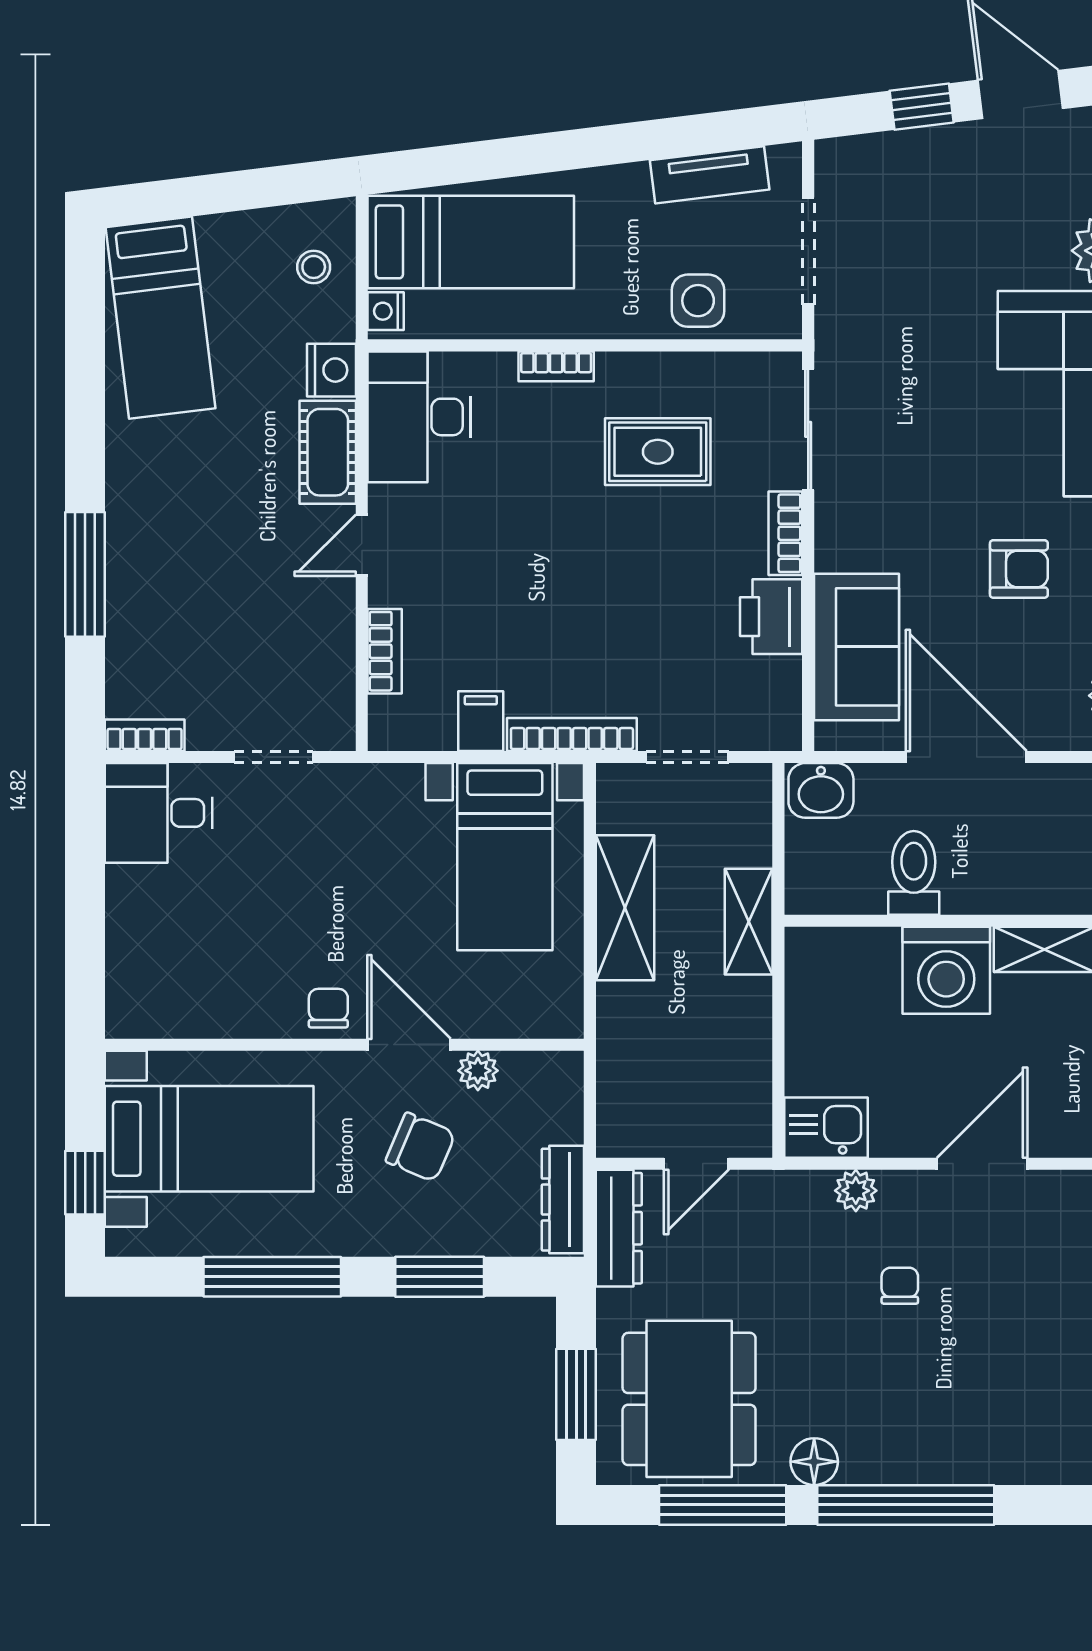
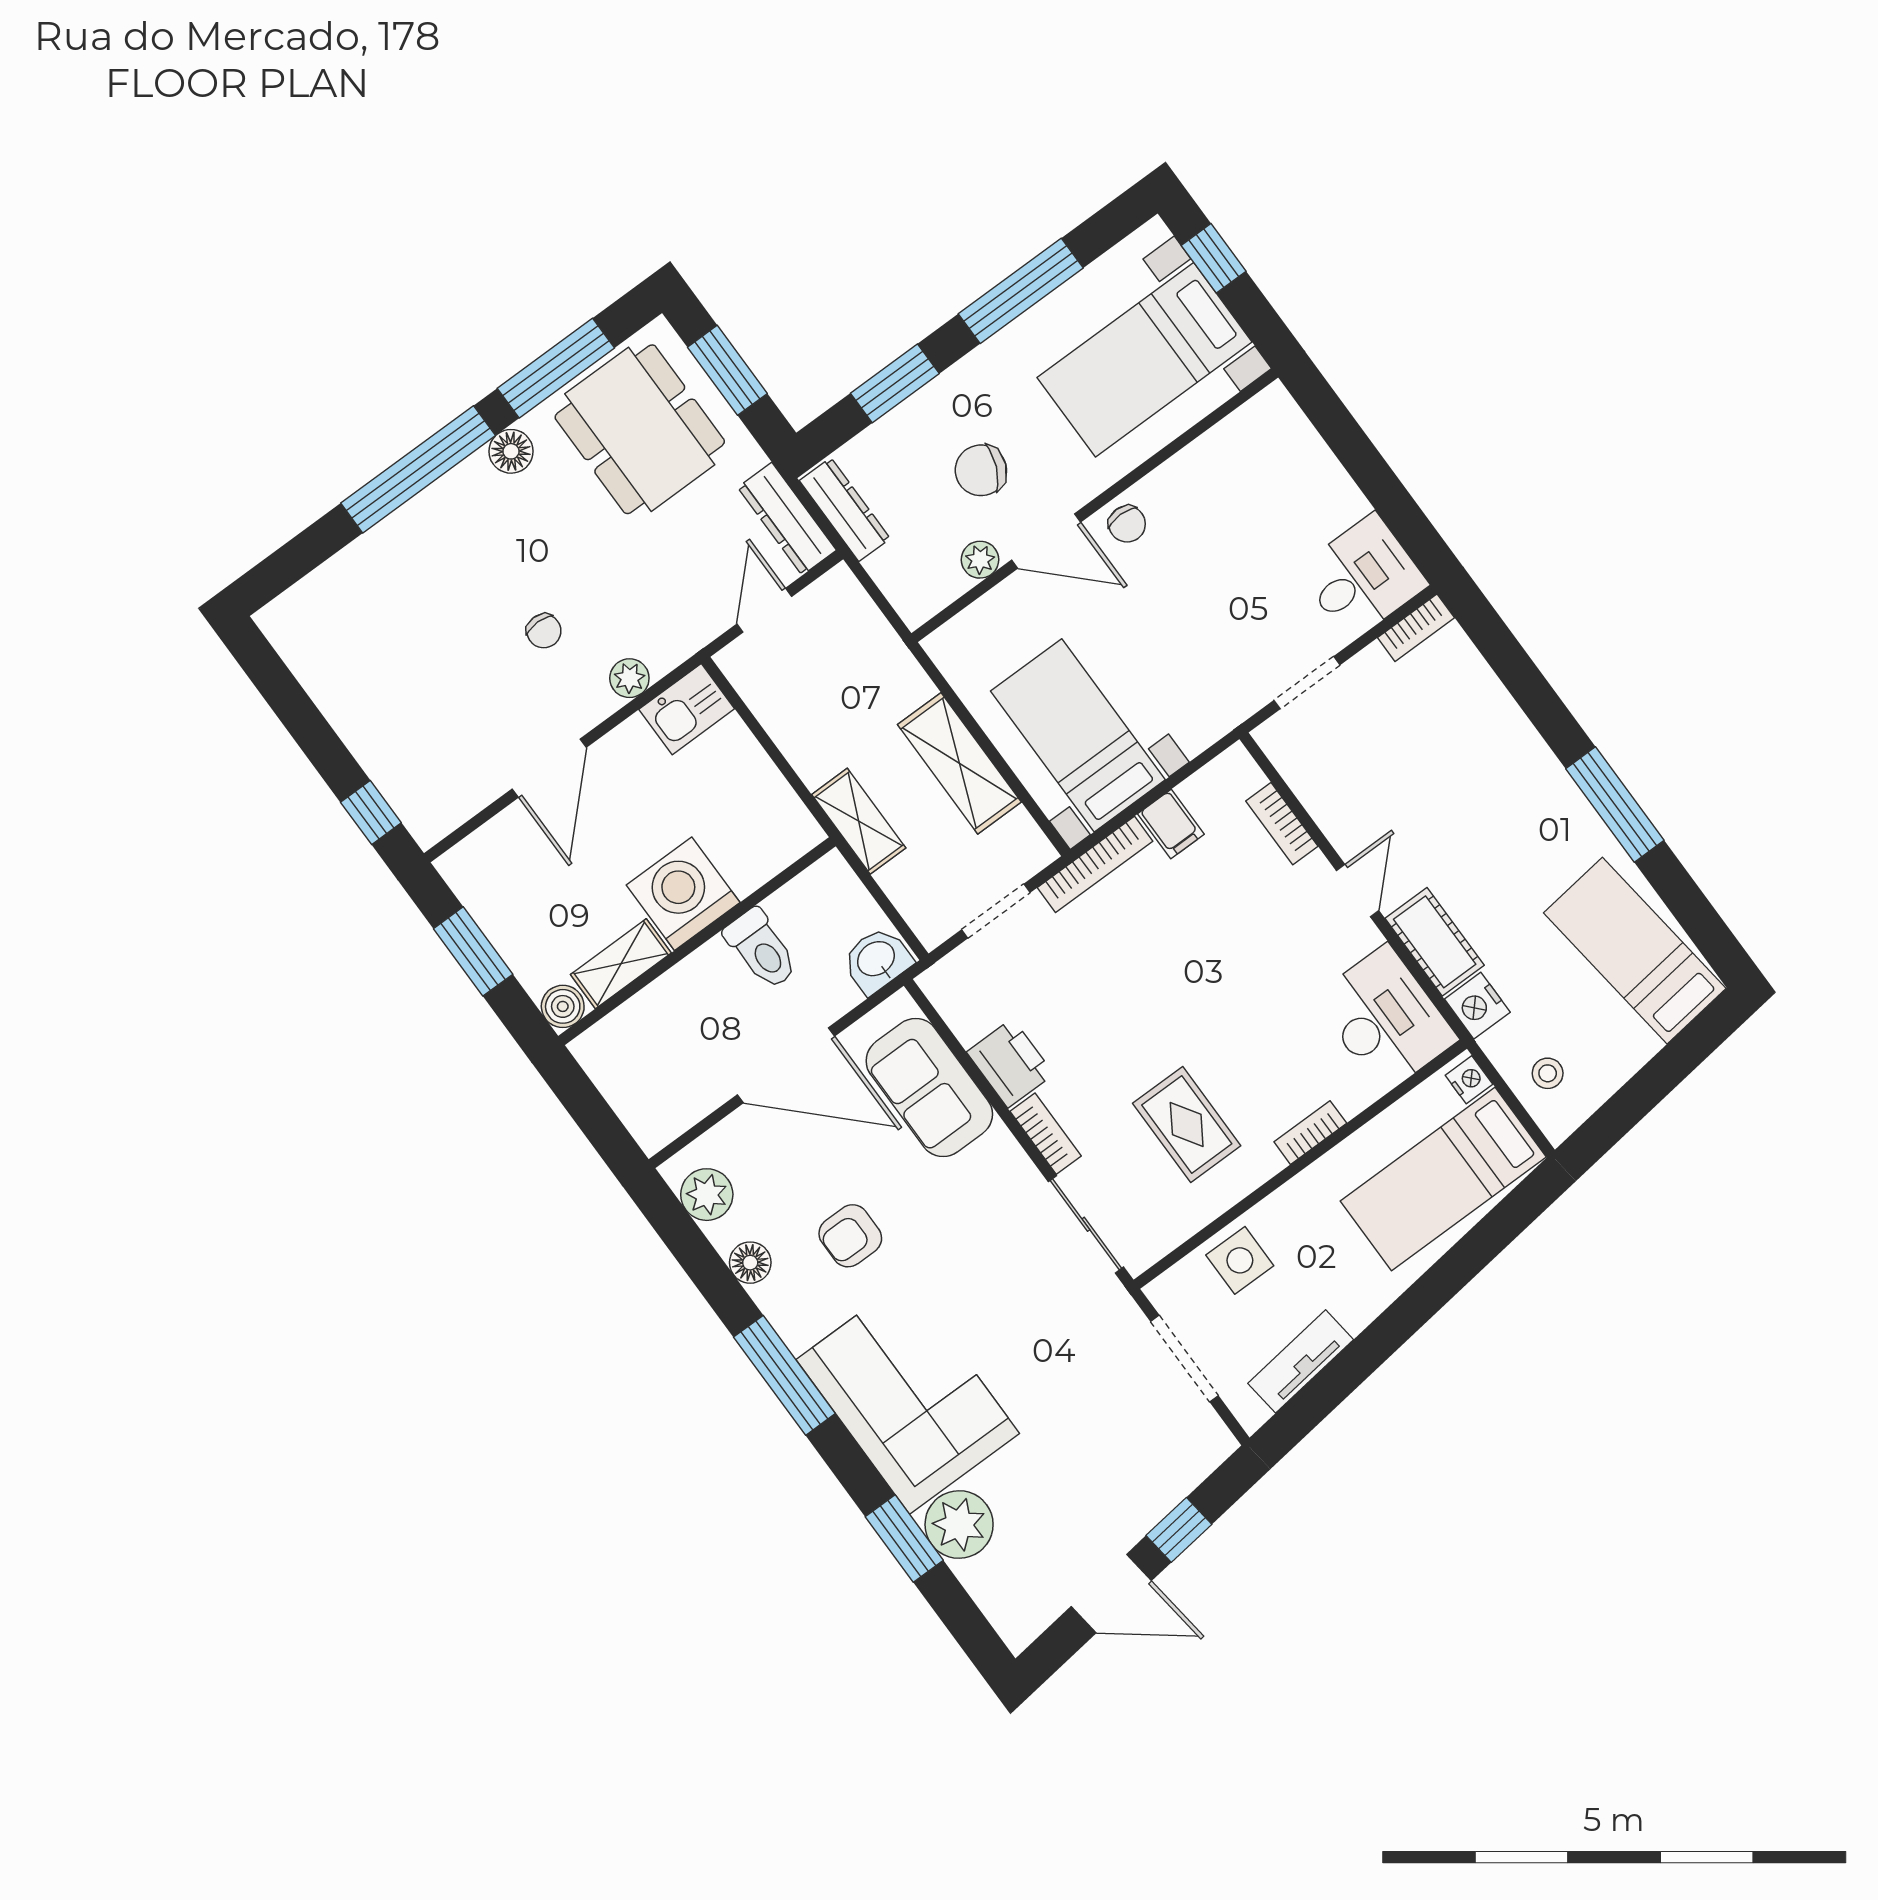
rug: (658, 452) -> (1187, 1124), turned 90
window: (85, 574) -> (1615, 805), moved

